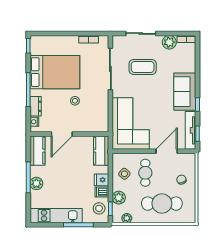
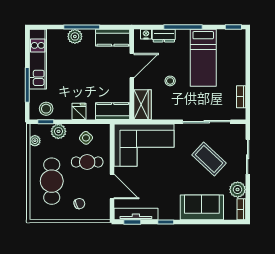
coffee table: (143, 67) -> (209, 159), turned -47
bed: (55, 72) -> (203, 58), width x0.67
sofa: (185, 92) -> (202, 207), moved
wardrobe: (96, 125) -> (143, 105), added
door: (62, 134) -> (132, 66), swing flipped
dishwasher: (102, 192) -> (65, 112), removed

